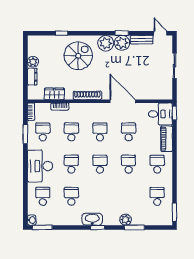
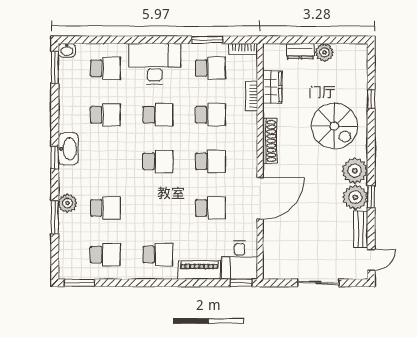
school desk: (129, 164) -> (105, 208), moved

